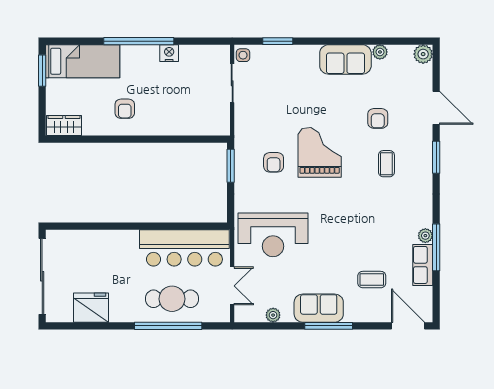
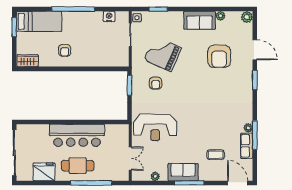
nightstand: (169, 53) -> (109, 16), moved
armchair: (378, 118) -> (219, 56), width x1.88, depth x1.88
grand piano: (320, 152) -> (163, 54), moved, turned -66
coffee table: (386, 164) -> (224, 84), removed
bar counter: (184, 248) -> (77, 135), moved
cafe table: (172, 299) -> (78, 166), moved

